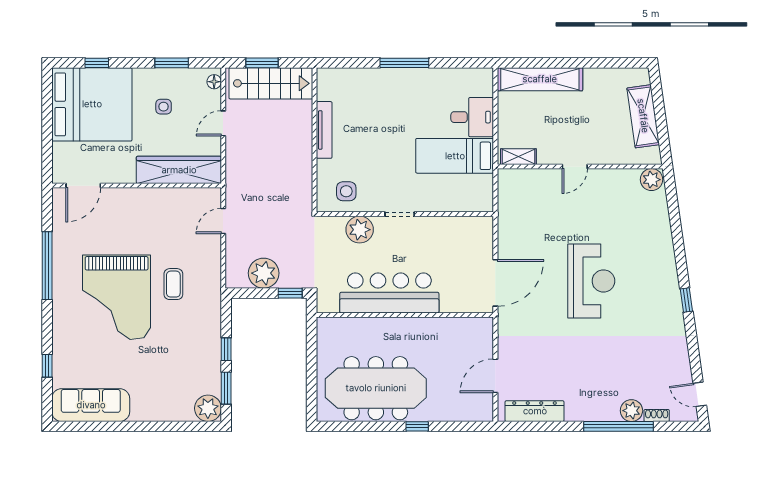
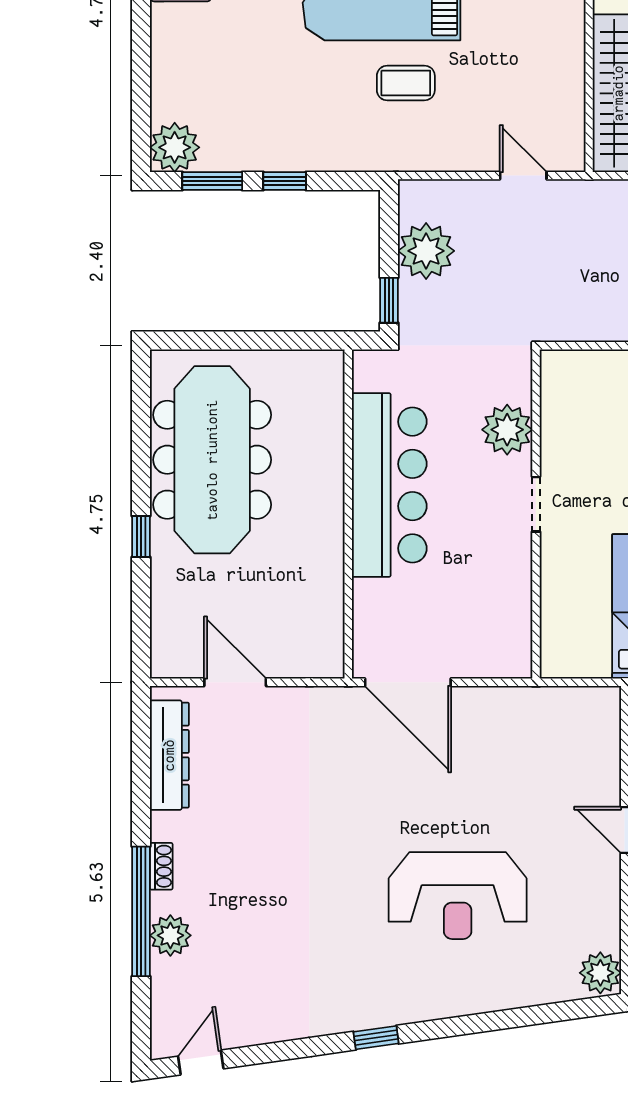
side table: (346, 191) -> (579, 405), removed
reception desk: (591, 281) -> (458, 896), moved
shoe rack: (657, 416) -> (161, 866), moved

